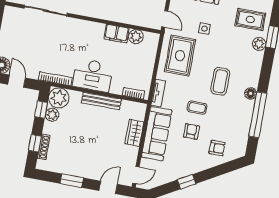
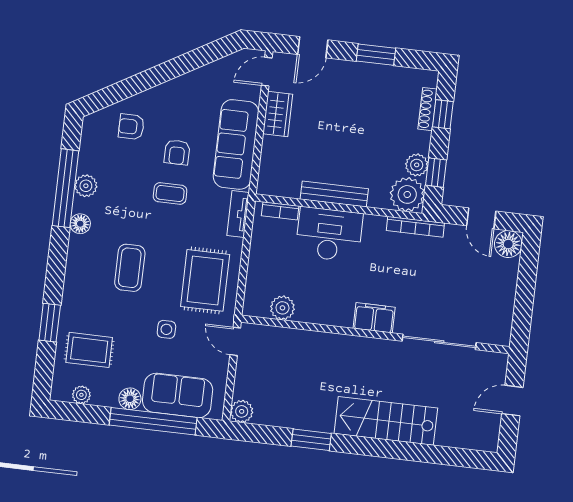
filing cabinet: (117, 34) -> (374, 318), moved
plant: (259, 44) -> (86, 186), moved
desk: (93, 75) -> (329, 234), moved
coffee table: (220, 81) -> (130, 268), moved
wardrobe: (134, 133) -> (278, 114), moved
window: (186, 182) -> (180, 66), removed

